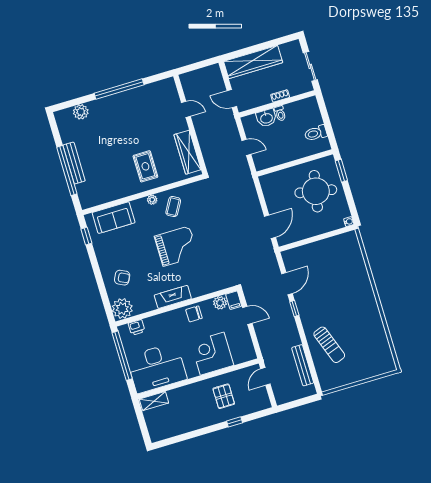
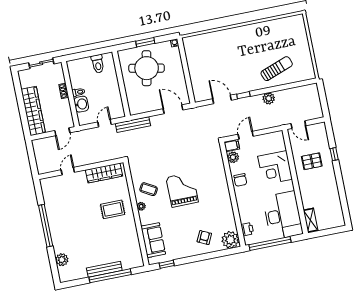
window: (341, 171) -> (145, 42), moved
fireplace: (173, 297) -> (224, 196), removed
plant: (293, 339) -> (269, 98), added
bench: (303, 365) -> (133, 125), moved

